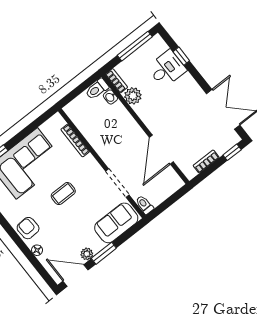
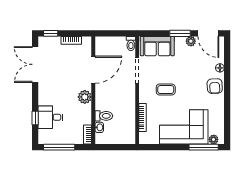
toilet: (97, 89) -> (104, 116), moved
plant: (133, 96) -> (85, 97), moved
coffee table: (63, 194) -> (166, 90), moved

